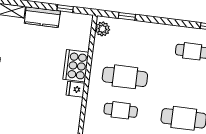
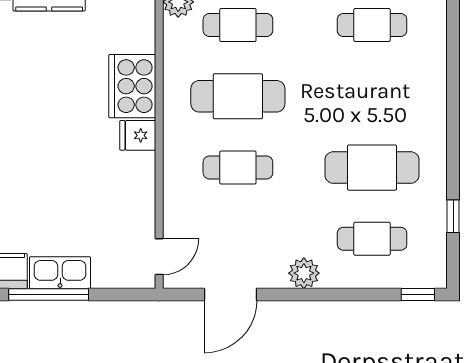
cafe table: (129, 43) -> (238, 25), added

